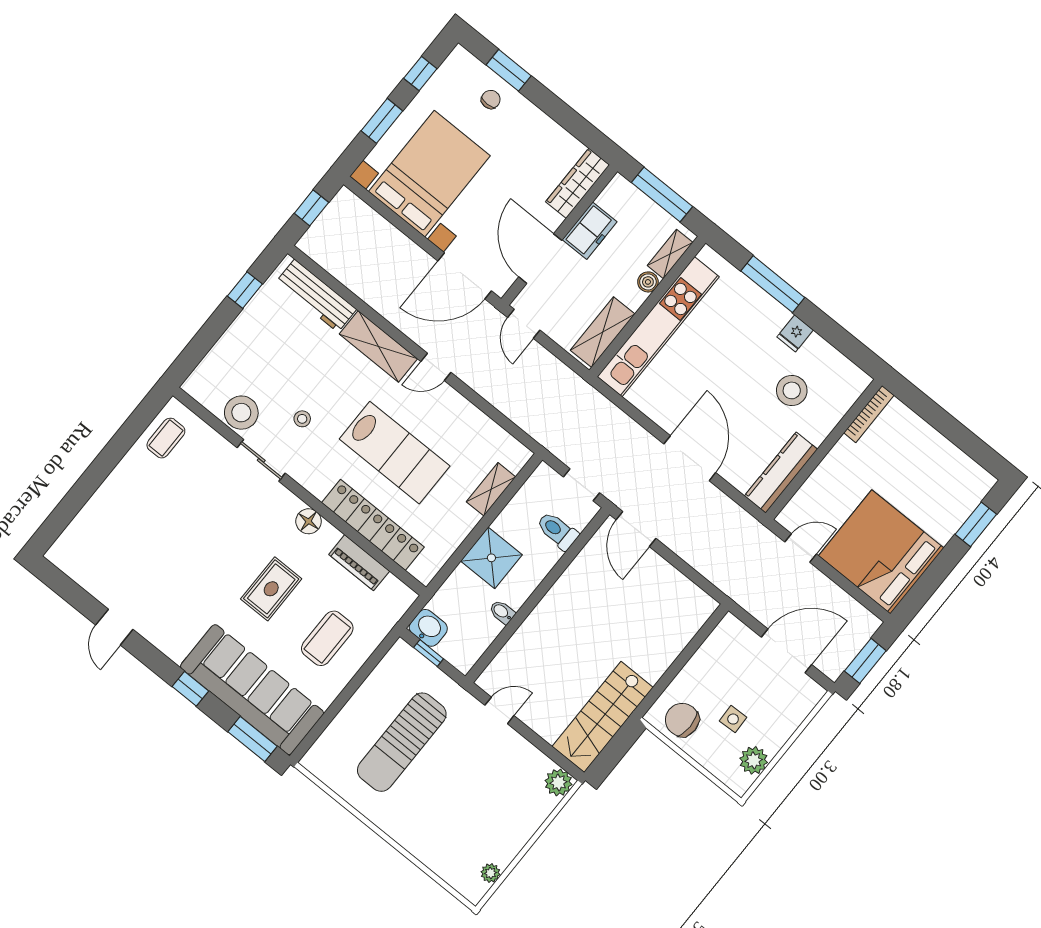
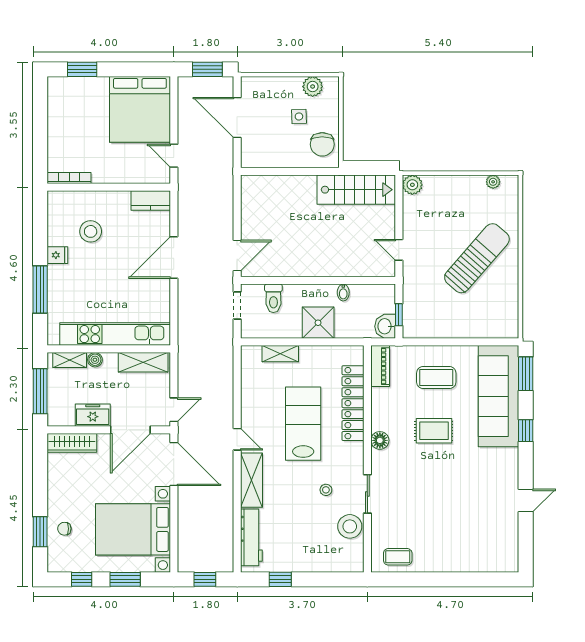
kitchen counter: (781, 473) -> (151, 201), width x0.67
piano: (359, 563) -> (380, 366), moved
sun lounger: (402, 742) -> (477, 258), moved, turned -49

